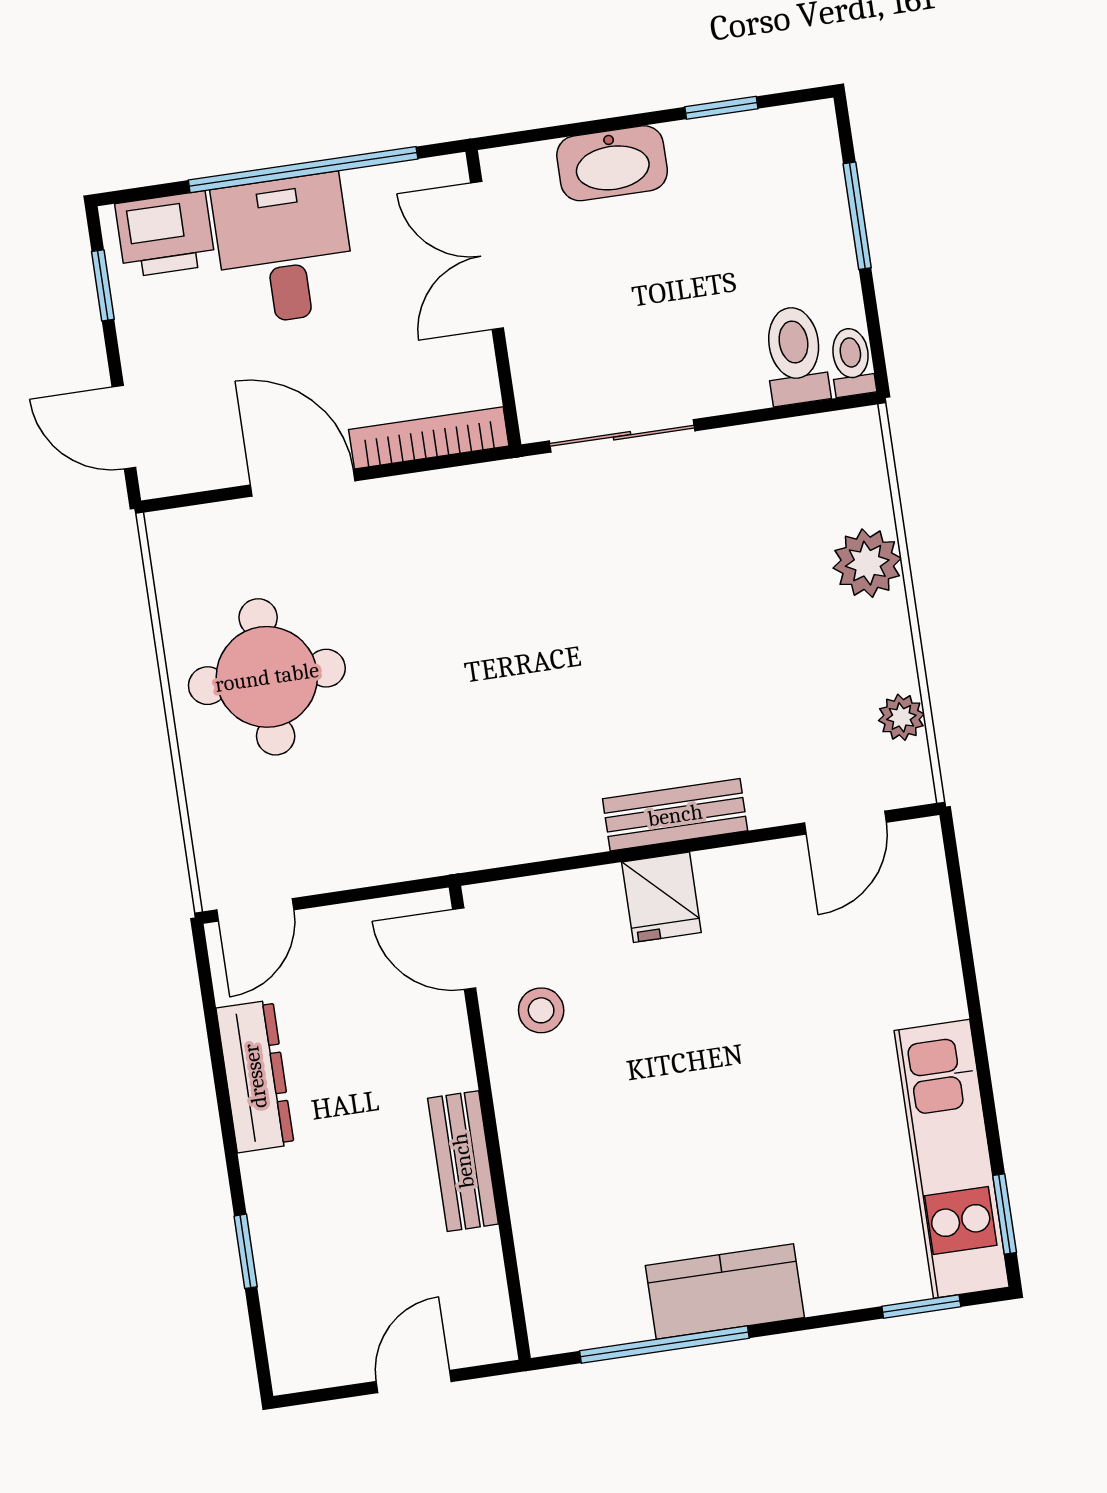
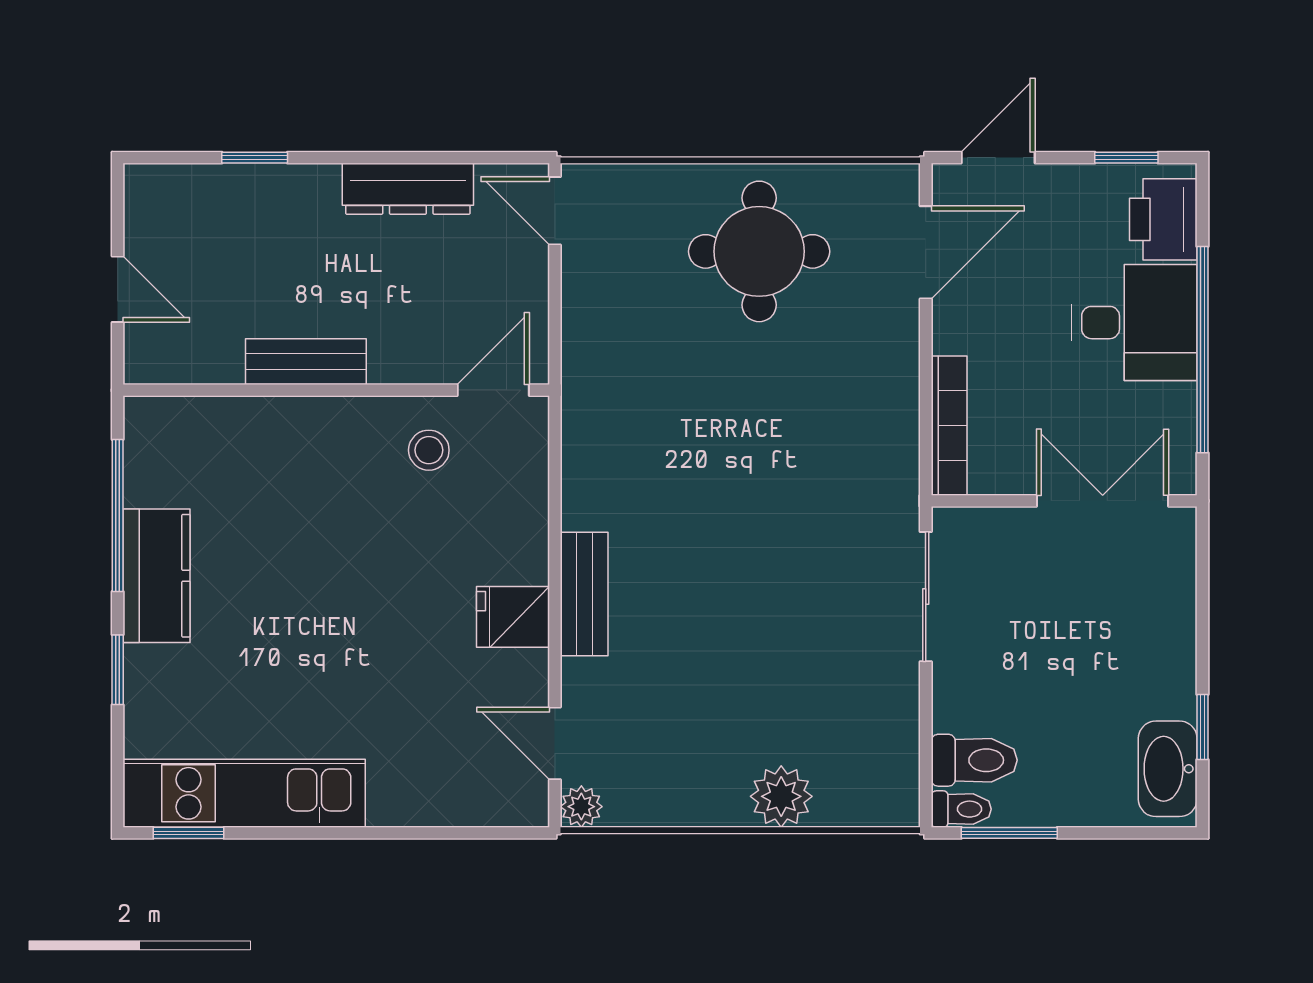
washbasin: (612, 163) -> (1168, 769), moved
window: (857, 216) -> (1009, 833), moved
door: (303, 483) -> (926, 252), moved
plant: (901, 717) -> (581, 807), moved
fridge: (661, 897) -> (513, 617), moved
window: (921, 1307) -> (118, 670), moved

